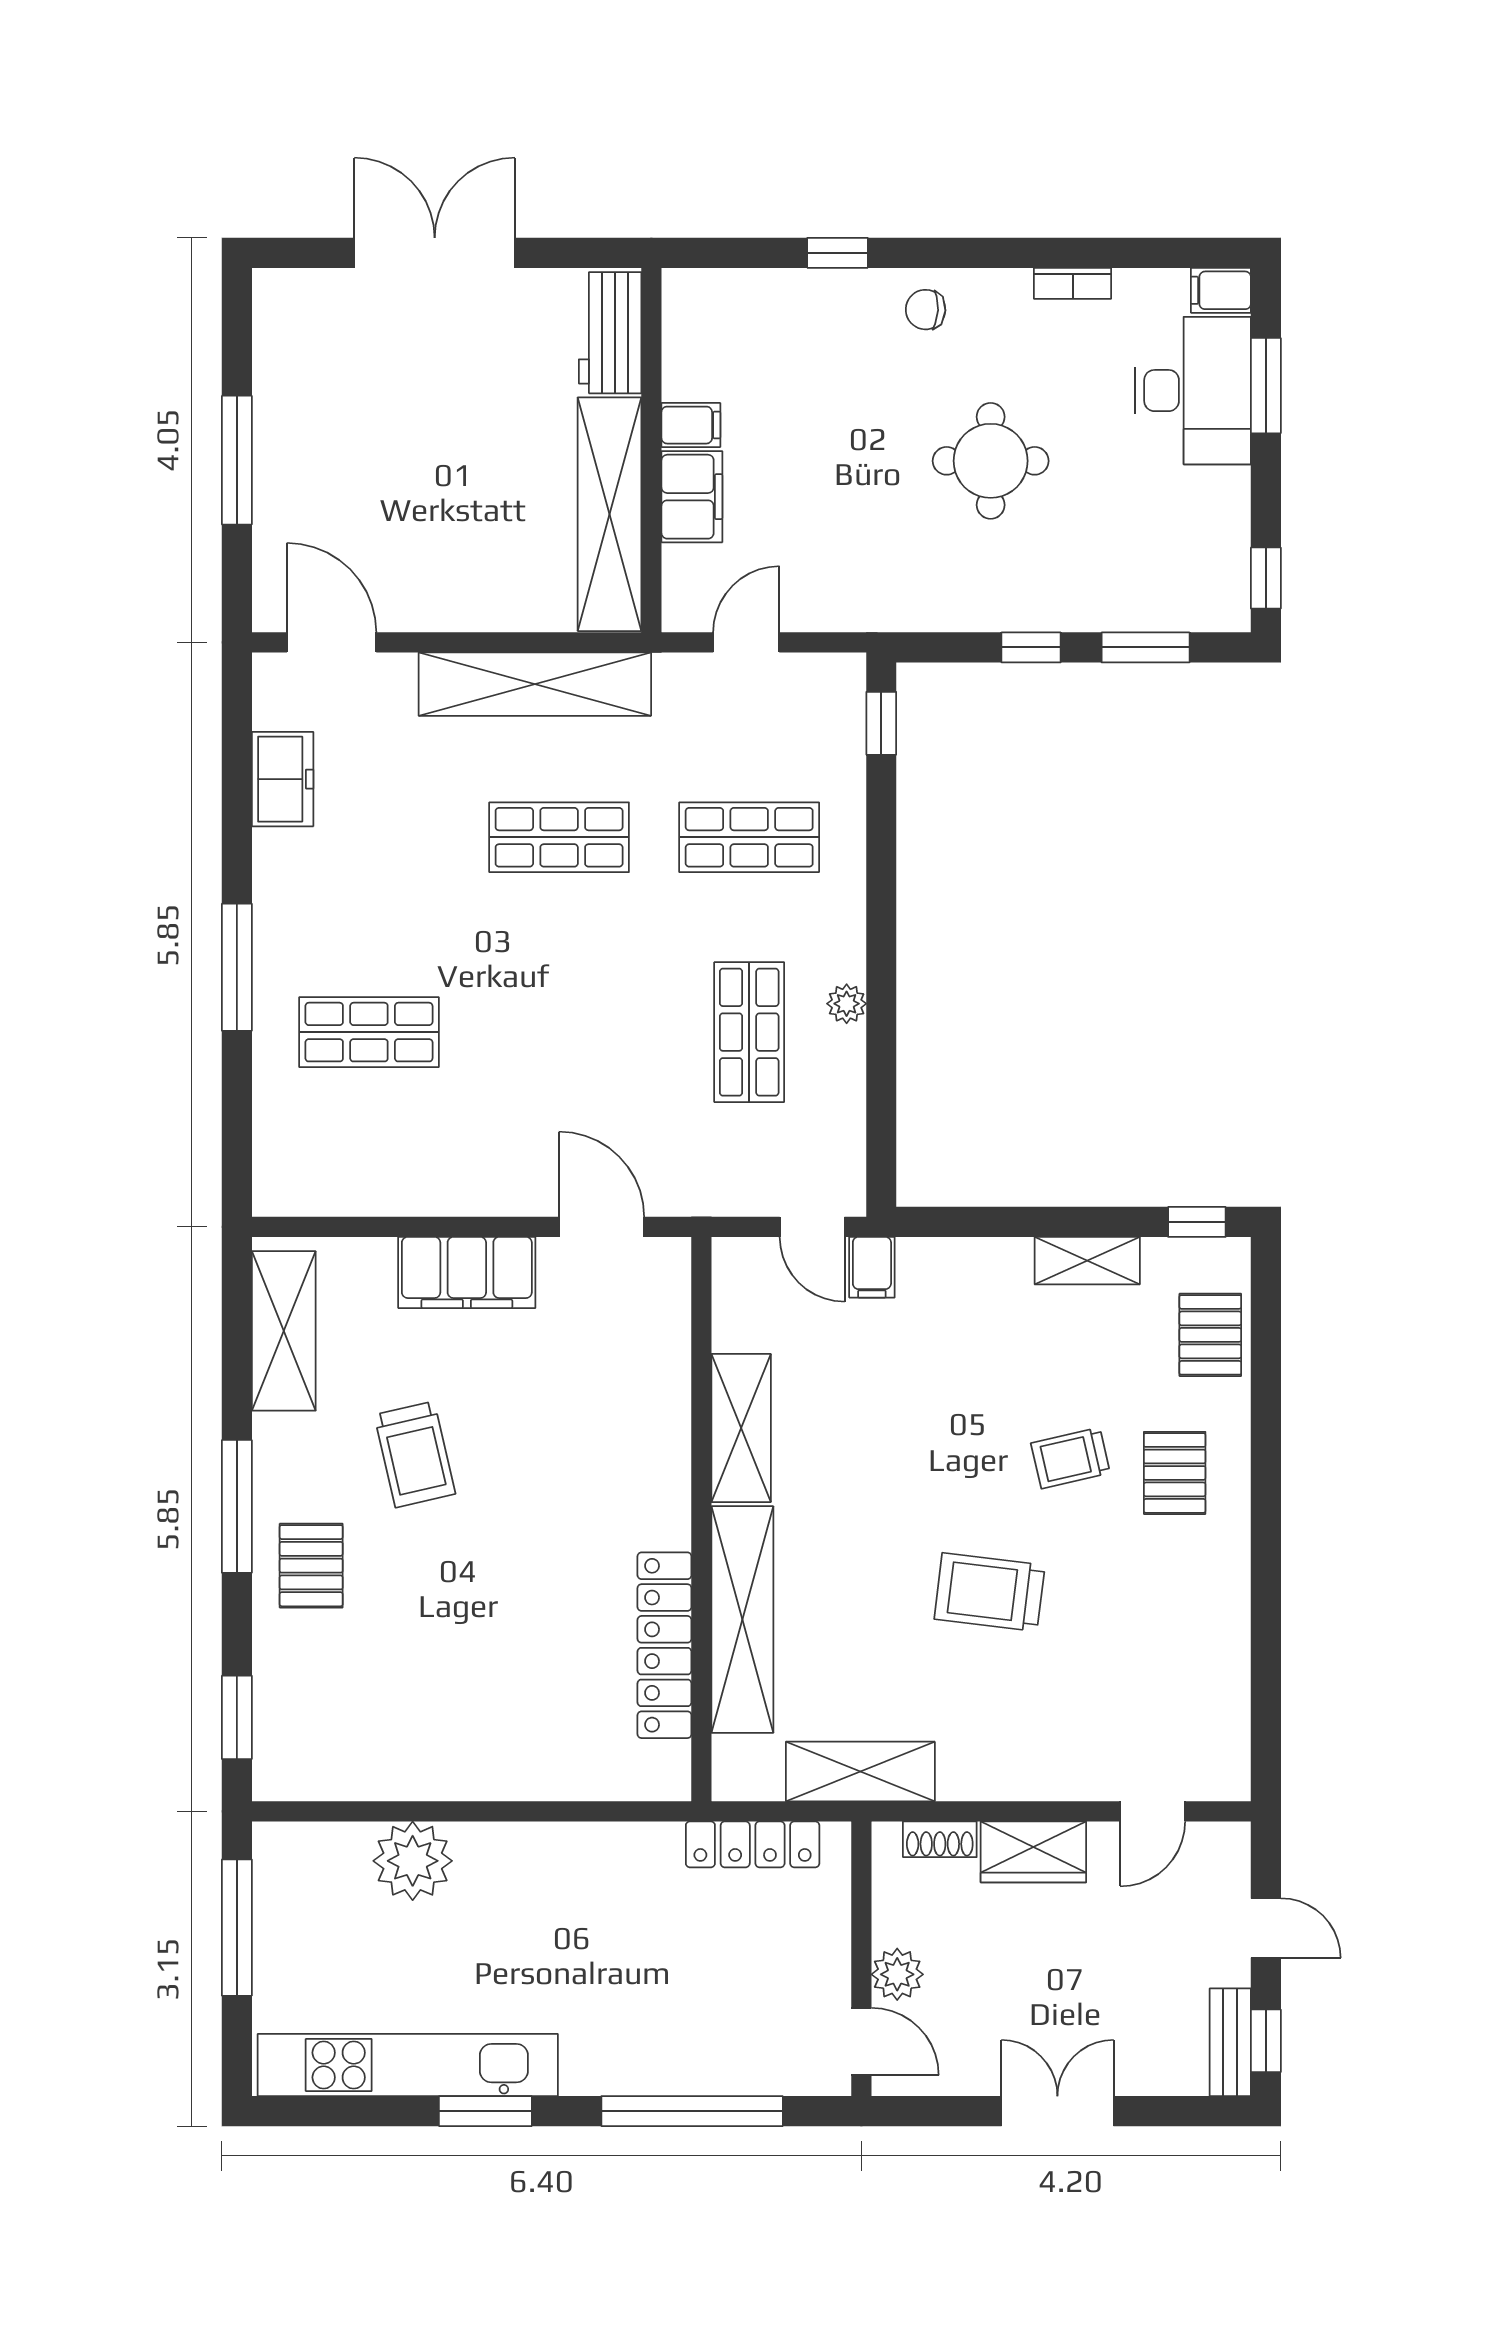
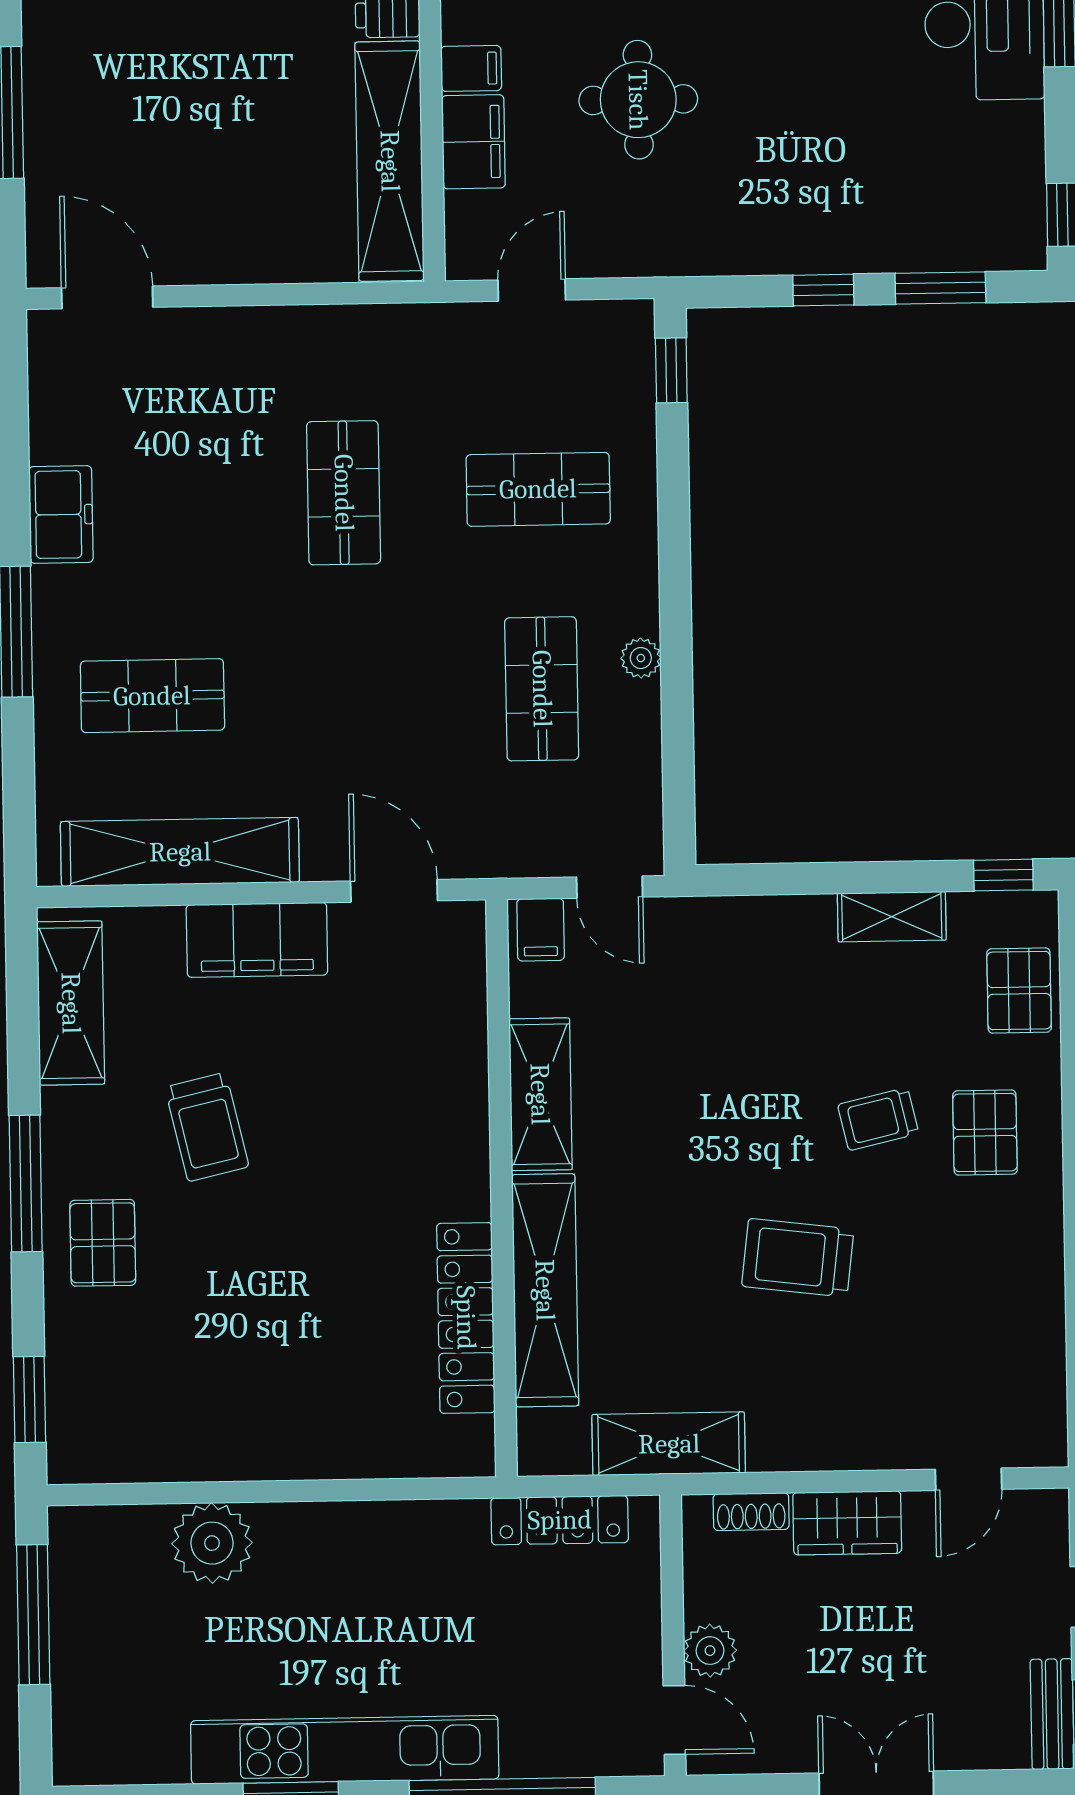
round table: (991, 461) -> (638, 100), moved
shelving: (535, 684) -> (180, 852), moved
freezer: (283, 779) -> (61, 515), moved
shop shelf: (559, 837) -> (344, 493), turned 90
filing cabinet: (872, 1267) -> (541, 930), moved
kitchen unit: (408, 2065) -> (345, 1750), moved

